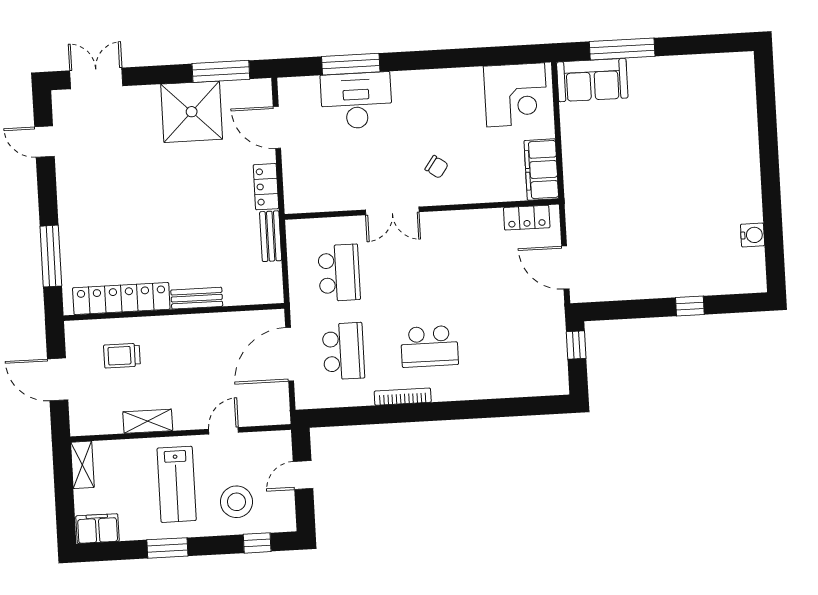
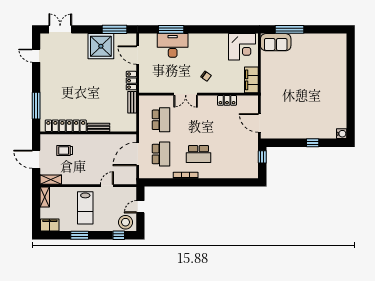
locker: (527, 218) -> (227, 100), moved
water cooler: (753, 235) -> (342, 134), moved
shelving: (148, 421) -> (51, 180), moved
stool: (236, 502) -> (125, 222), moved

